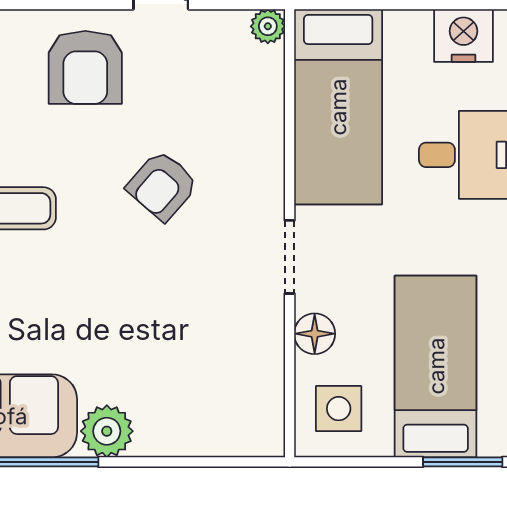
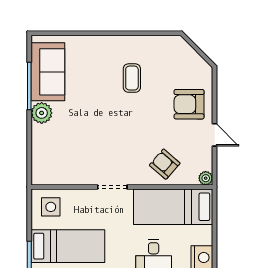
armchair: (162, 186) -> (165, 164), moved
floor lamp: (315, 334) -> (81, 197), removed

